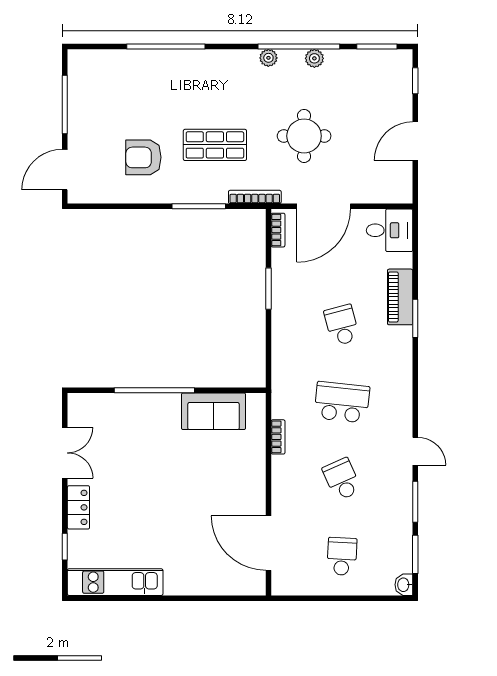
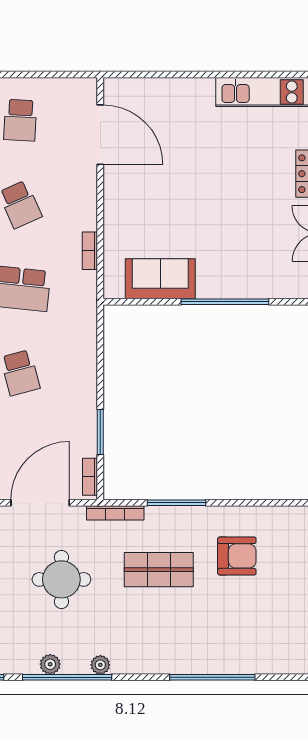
window: (269, 289) -> (100, 432), moved

